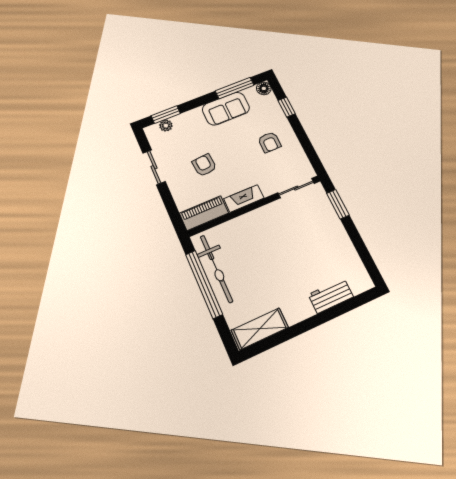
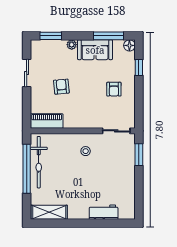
plant: (166, 126) -> (72, 45), moved
fireplace: (244, 198) -> (78, 123), removed
stool: (270, 228) -> (86, 151), added

